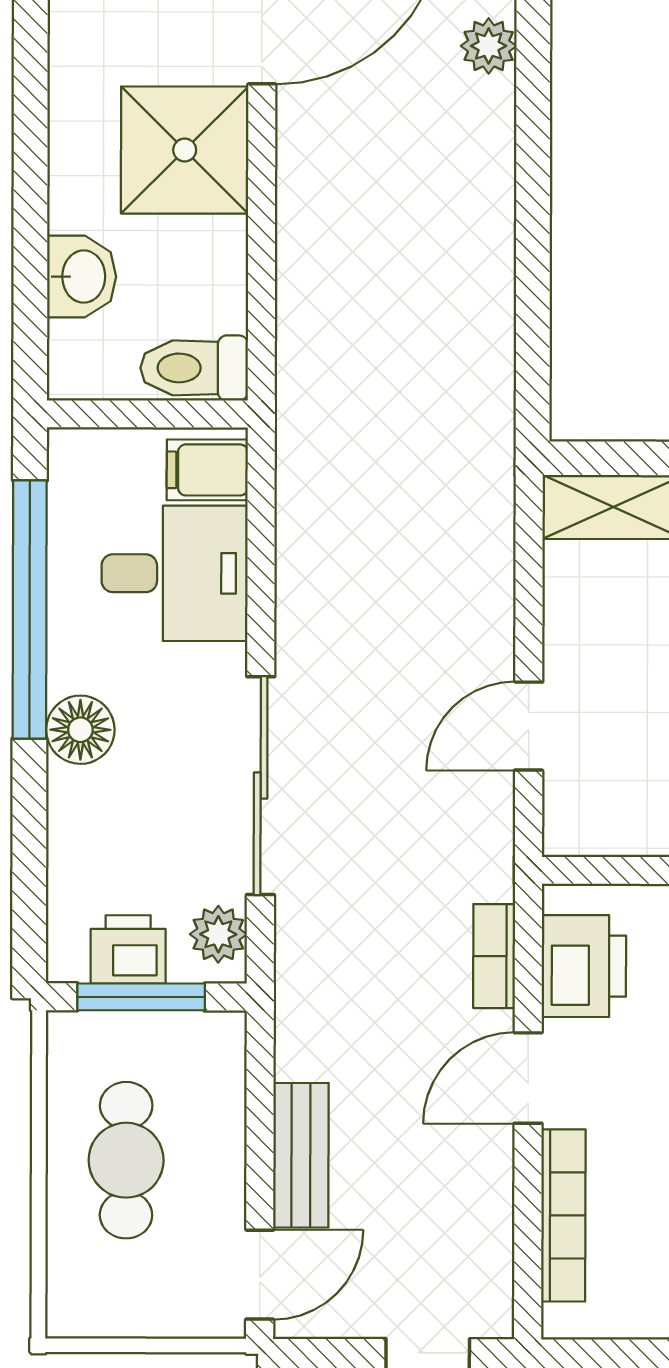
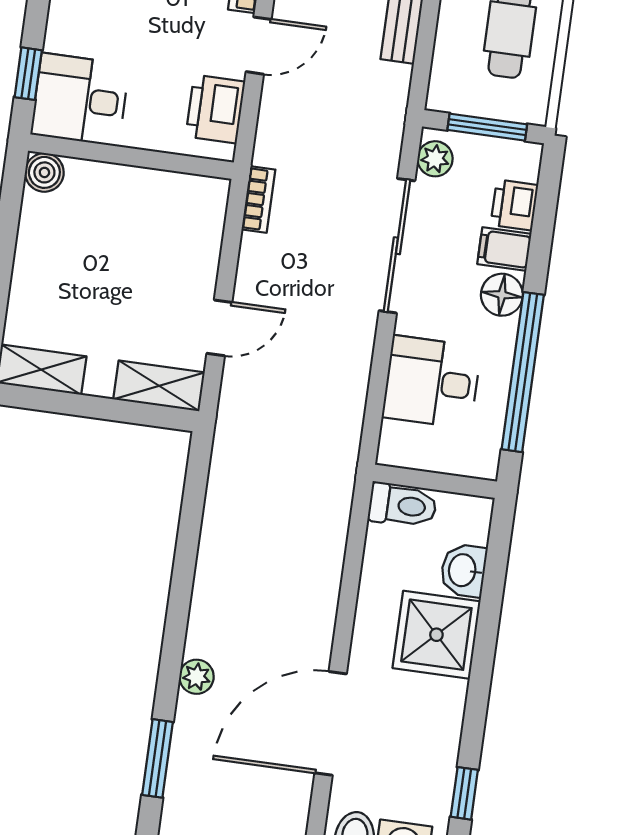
shower: (185, 150) -> (436, 635), moved
filing cabinet: (207, 470) -> (504, 249), moved, turned 180
door: (529, 726) -> (219, 328), moved
printer: (128, 949) -> (514, 205), moved, turned 90
bookcase: (494, 956) -> (258, 199), moved

